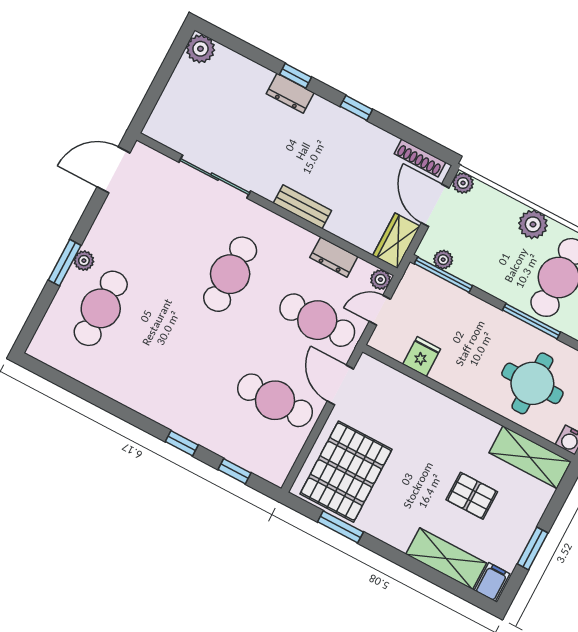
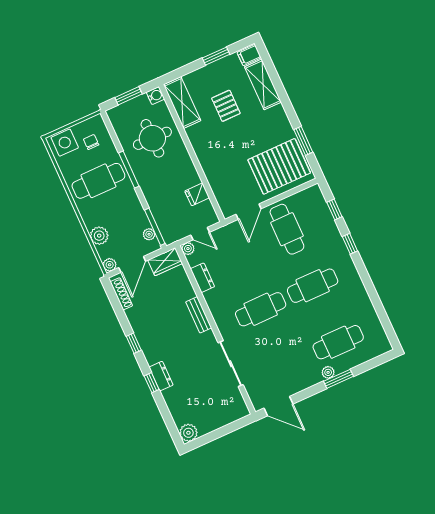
plant: (533, 224) -> (99, 236), moved
cafe table: (317, 320) -> (313, 286), moved, turned 90

